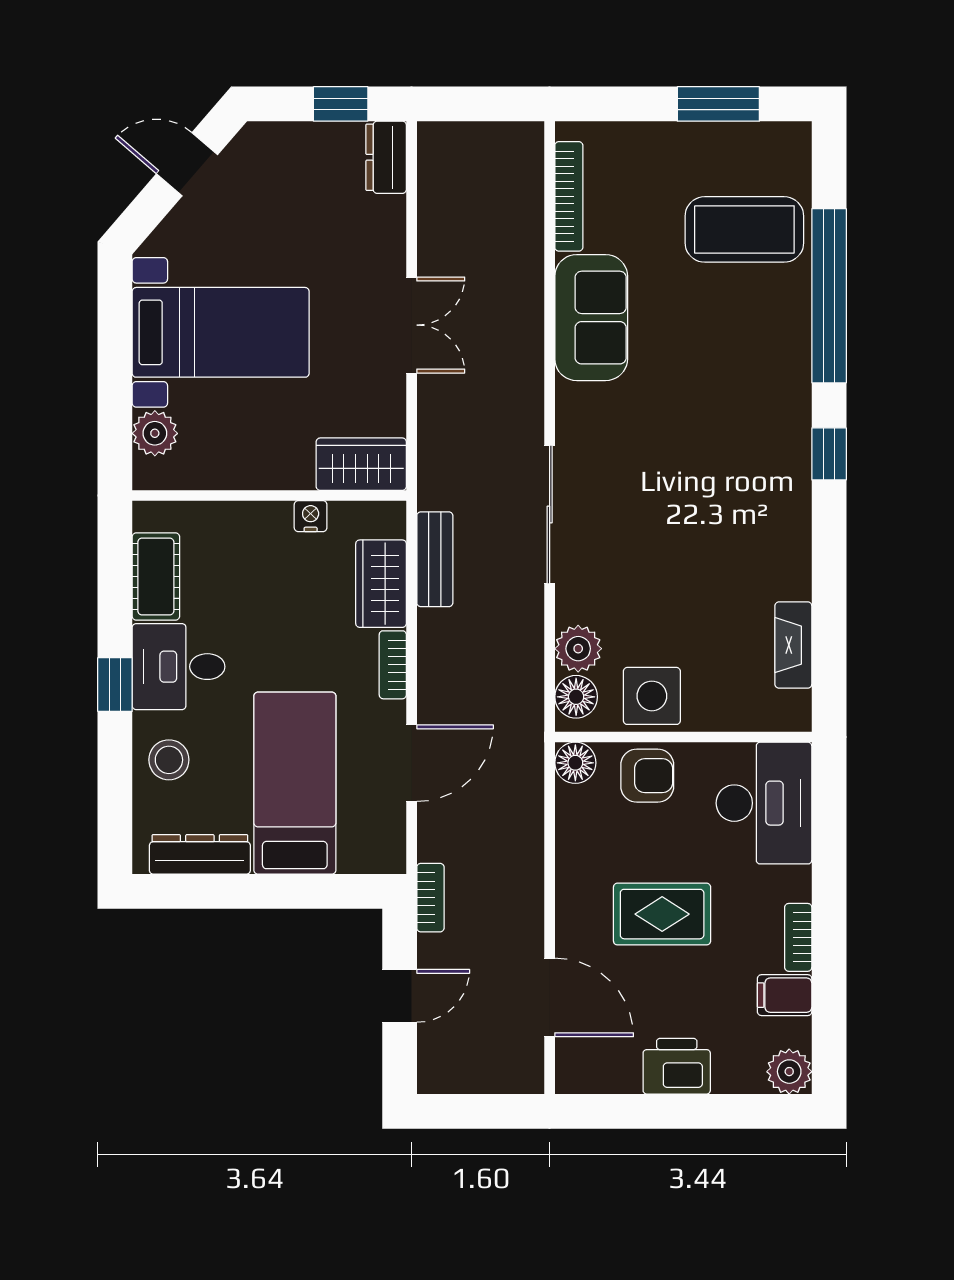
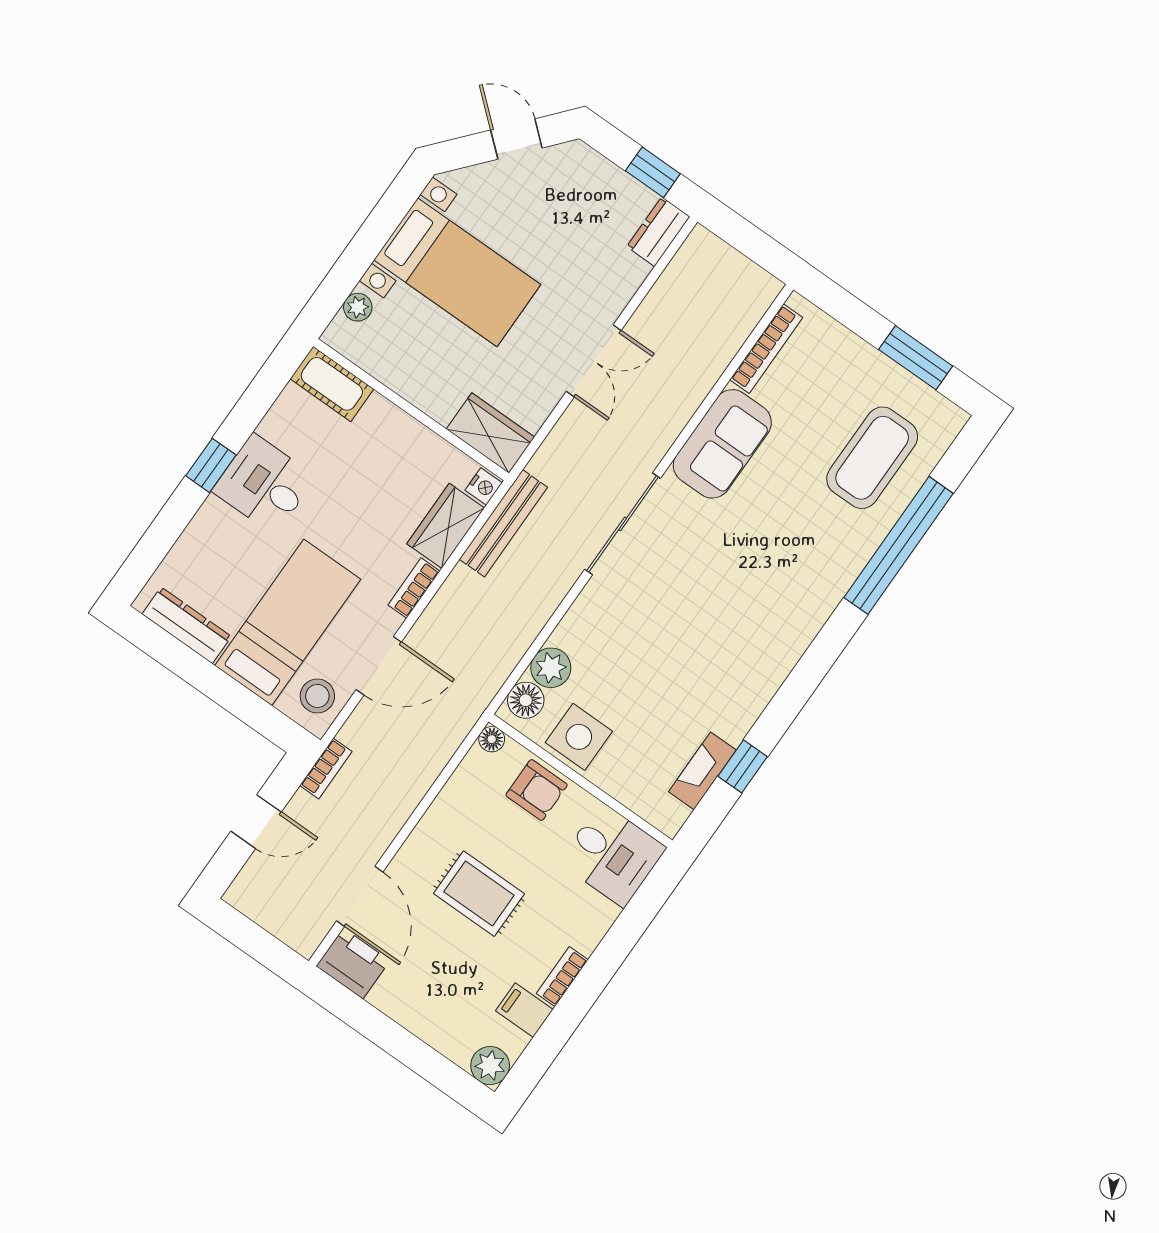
coffee table: (744, 229) -> (872, 458), turned 90
plant: (155, 433) -> (358, 307), width x0.73, depth x0.73
window: (829, 454) -> (743, 766), moved
sliding door: (550, 515) -> (623, 524), moved
nightstand: (311, 516) -> (484, 487), moved, turned 90
bench: (435, 559) -> (503, 523), width x1.36
cot: (156, 576) -> (332, 384), moved, turned 90
stool: (169, 760) -> (317, 696), moved
floor lamp: (575, 763) -> (492, 739), width x0.73, depth x0.73
desk: (764, 803) -> (612, 855), width x0.73
printer: (677, 1066) -> (353, 963), moved

